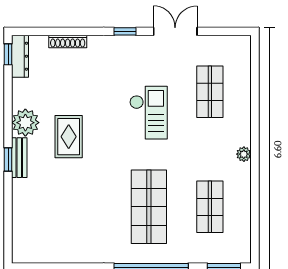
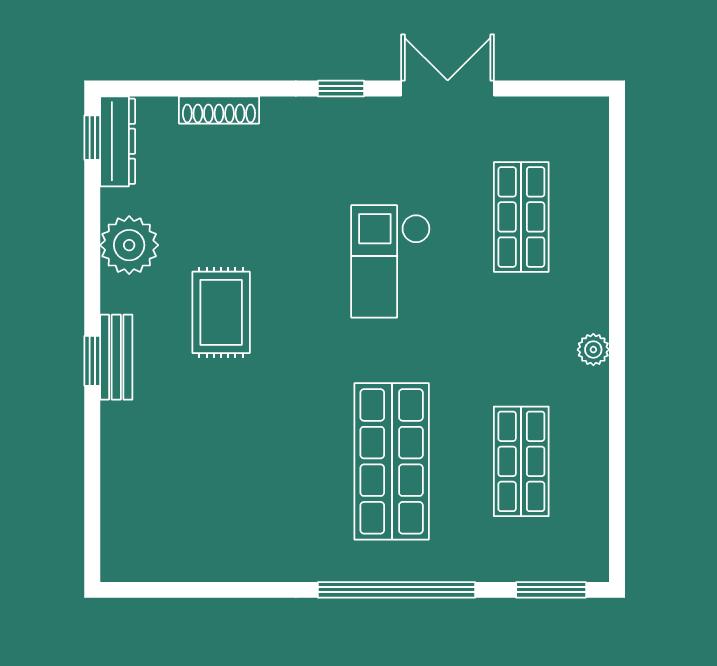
checkout: (148, 113) -> (391, 261), turned 180
plant: (25, 123) -> (129, 245), moved

